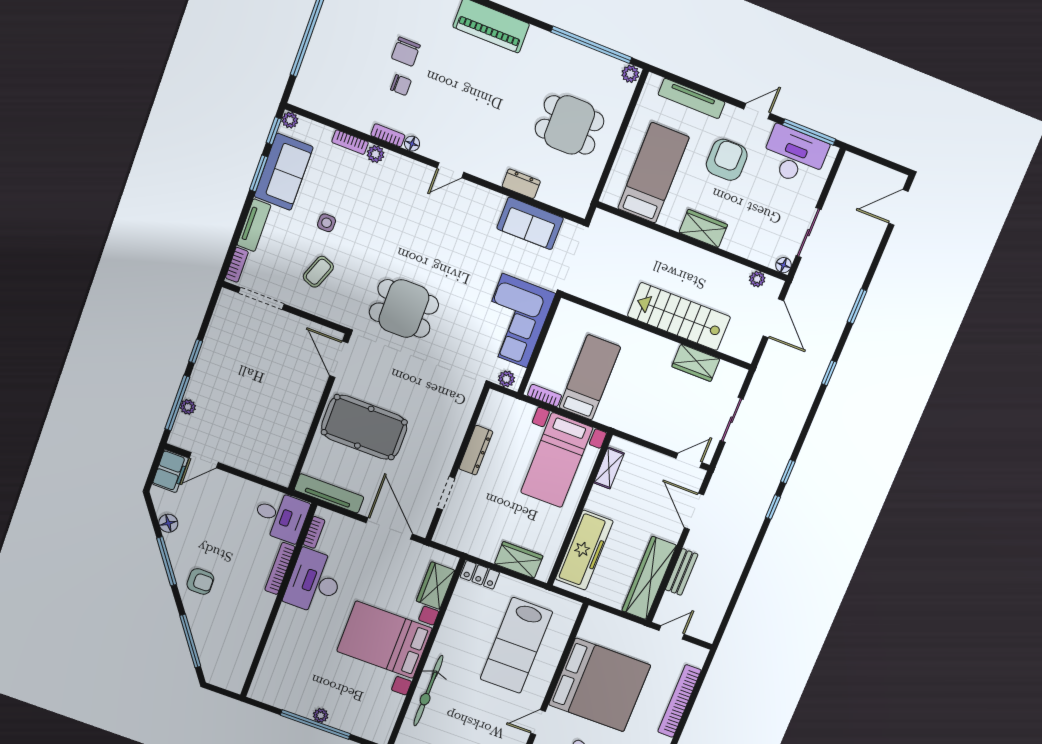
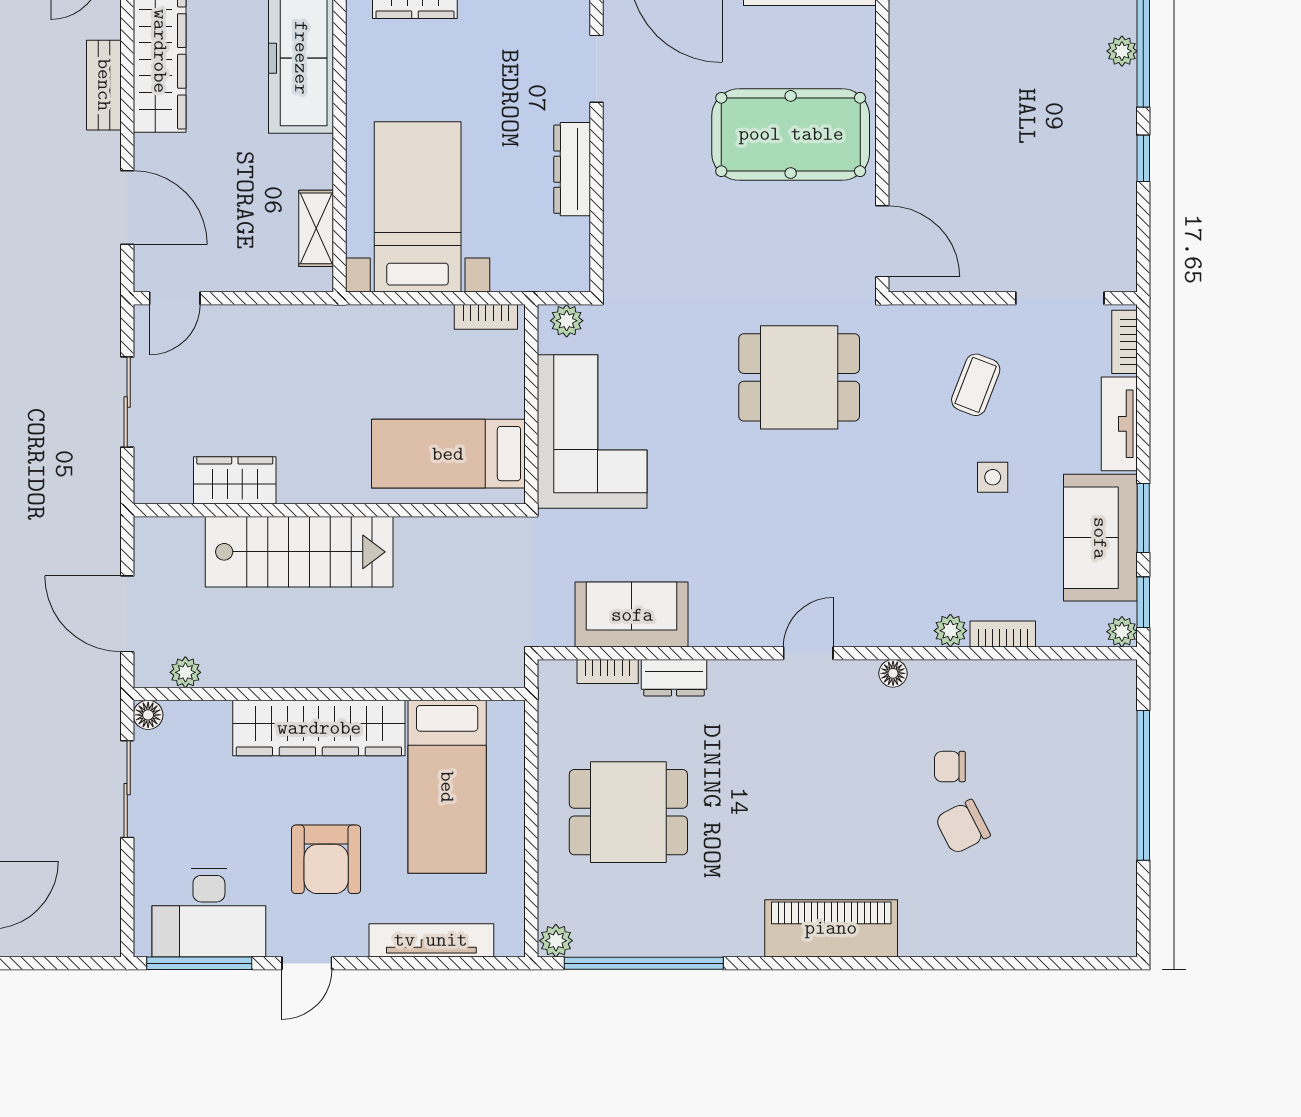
chair: (406, 52) -> (963, 827), turned -117
bookcase: (388, 135) -> (608, 672), moved
wardrobe: (703, 229) -> (319, 728), width x2.10, depth x1.17
bed: (590, 377) -> (448, 454), moved, turned 90

